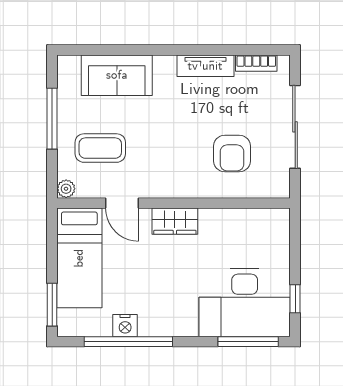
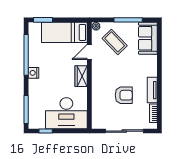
sofa: (117, 75) -> (148, 38), moved
coffee table: (100, 148) -> (115, 42), turned -44
armchair: (232, 153) -> (124, 95), moved, turned 180
desk: (245, 303) -> (66, 113), moved, turned -90
nightstand: (125, 326) -> (33, 73), moved

